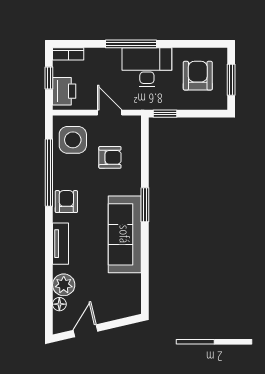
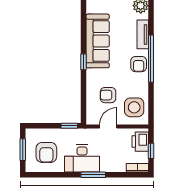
window: (131, 44) -> (93, 175), width x0.69
door: (110, 113) -> (108, 127), swing flipped
window: (49, 173) -> (151, 59), moved
window: (145, 205) -> (84, 62), width x0.67

